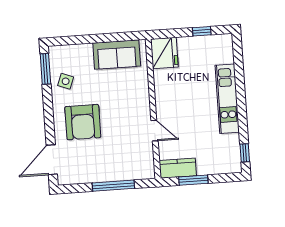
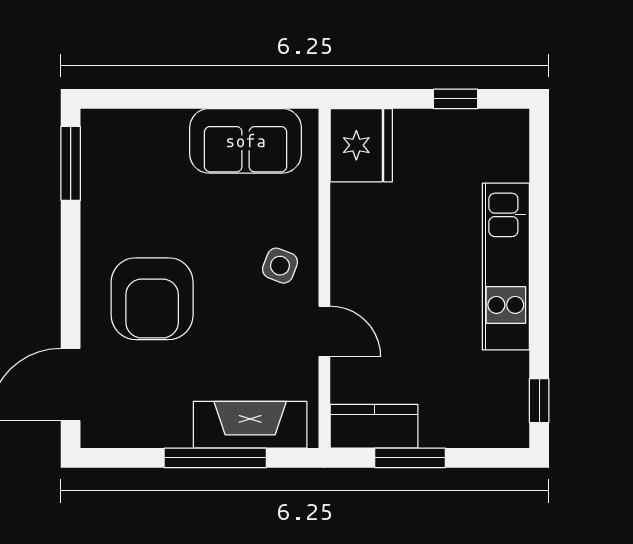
side table: (66, 81) -> (280, 266), moved
fireplace: (127, 171) -> (250, 425), added

